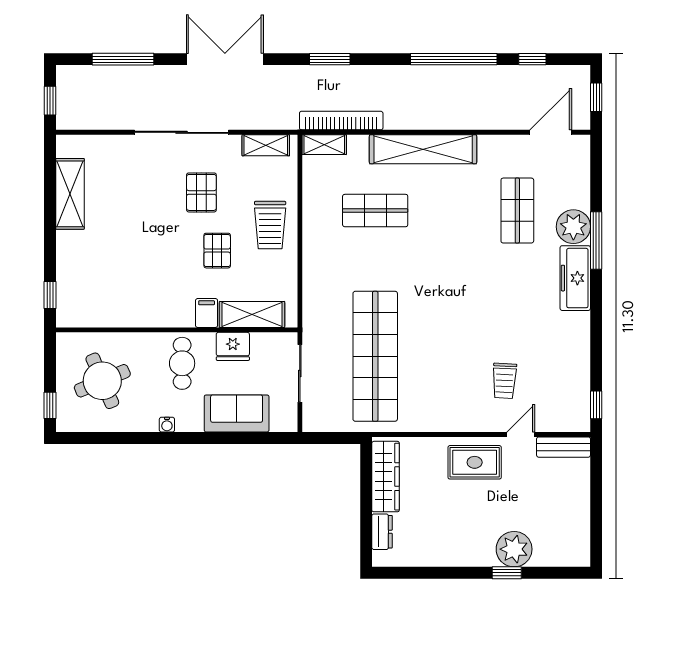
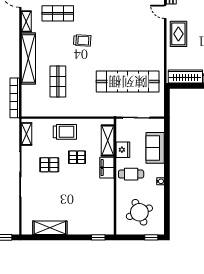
shelving: (324, 145) -> (26, 21), moved
filing cabinet: (207, 313) -> (107, 168), width x2.00
trolley: (504, 381) -> (82, 41), moved

